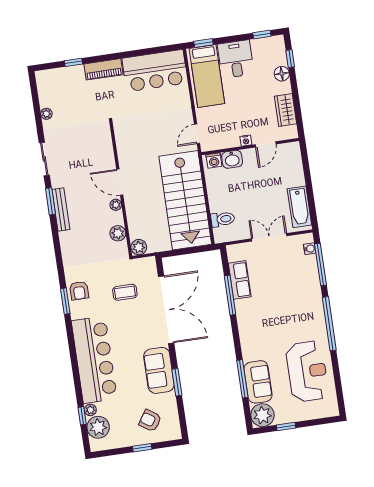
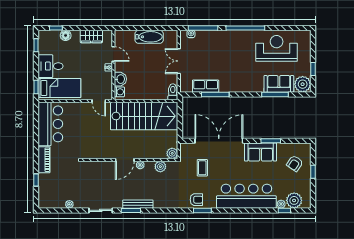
bathtub: (299, 207) -> (149, 37), moved
toilet: (223, 219) -> (173, 92), moved

